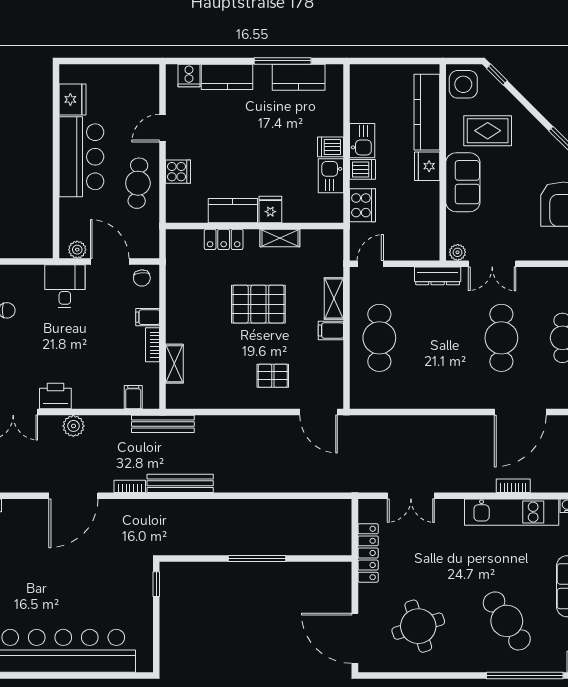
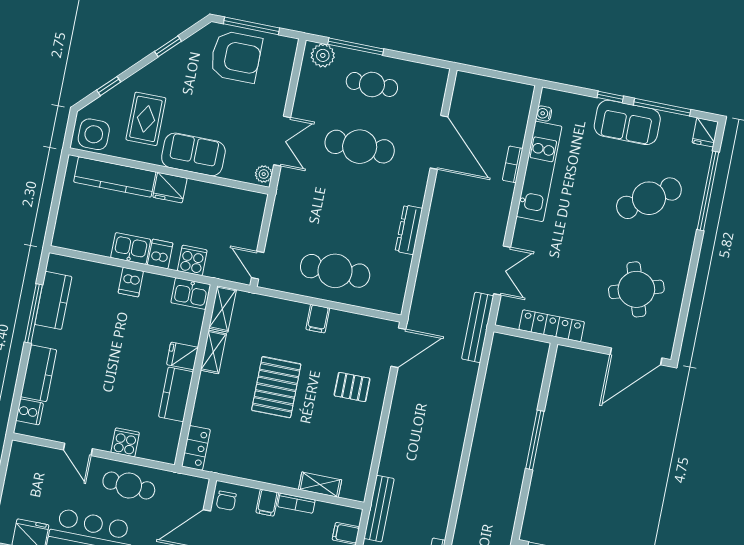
window: (497, 75) -> (109, 86), moved
kitchen sink: (331, 176) -> (191, 294), moved
cooker: (362, 205) -> (192, 260), width x0.73
locker: (224, 239) -> (196, 448), moved
dresser: (438, 276) -> (409, 230), moved, turned 180
chair: (142, 278) -> (226, 501), turned 95
shelving: (334, 298) -> (223, 309), moved, turned 90
pallet: (273, 376) -> (352, 387), turned 90
bench: (180, 483) -> (478, 327), moved

